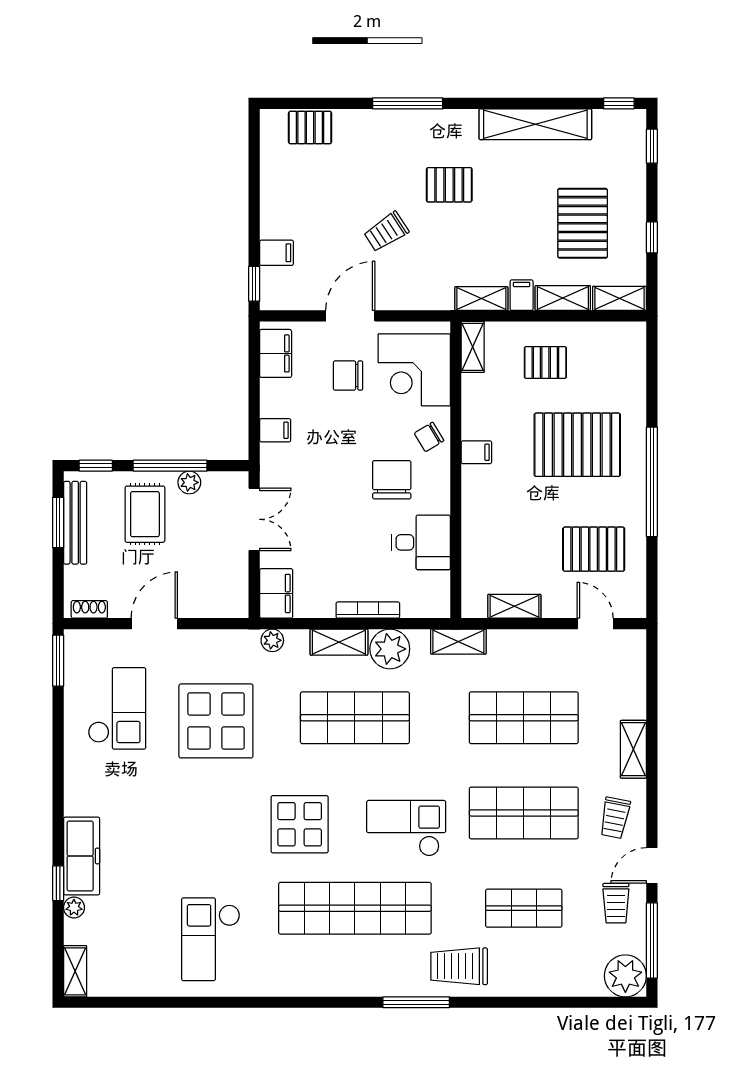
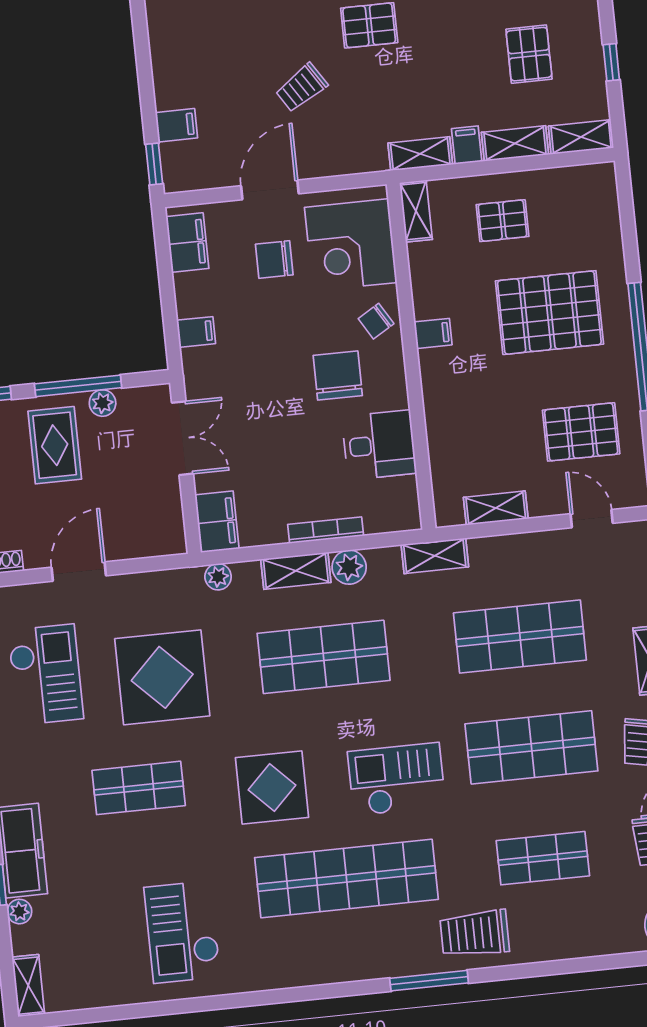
pallet: (583, 223) -> (529, 54), width x0.67, depth x0.71
plant: (390, 649) -> (349, 567), width x0.73, depth x0.73
shop shelf: (186, 813) -> (139, 788), added

